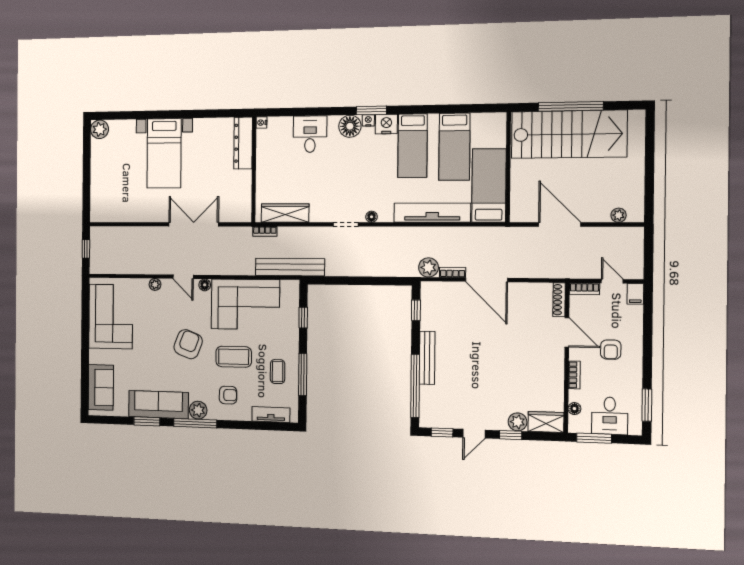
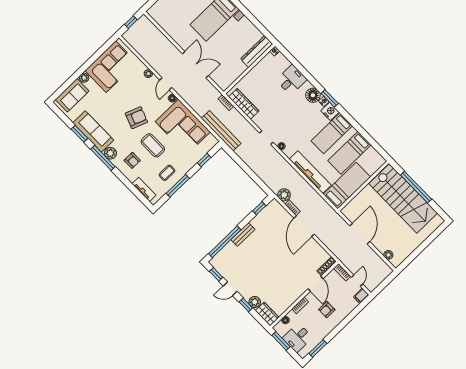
plant: (95, 356) -> (84, 78), added
bench: (427, 358) -> (243, 235), width x0.73

